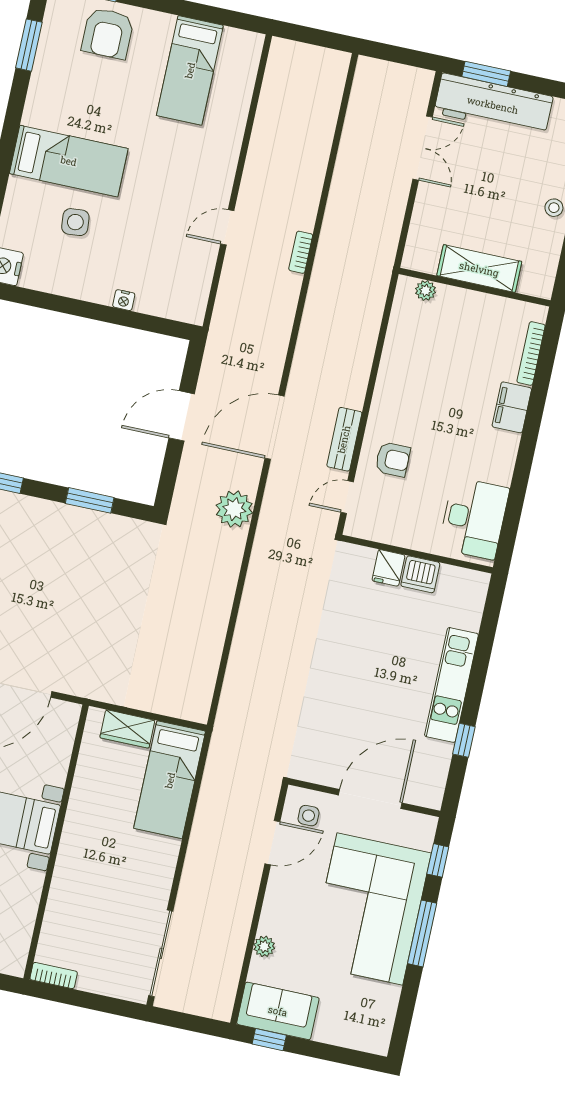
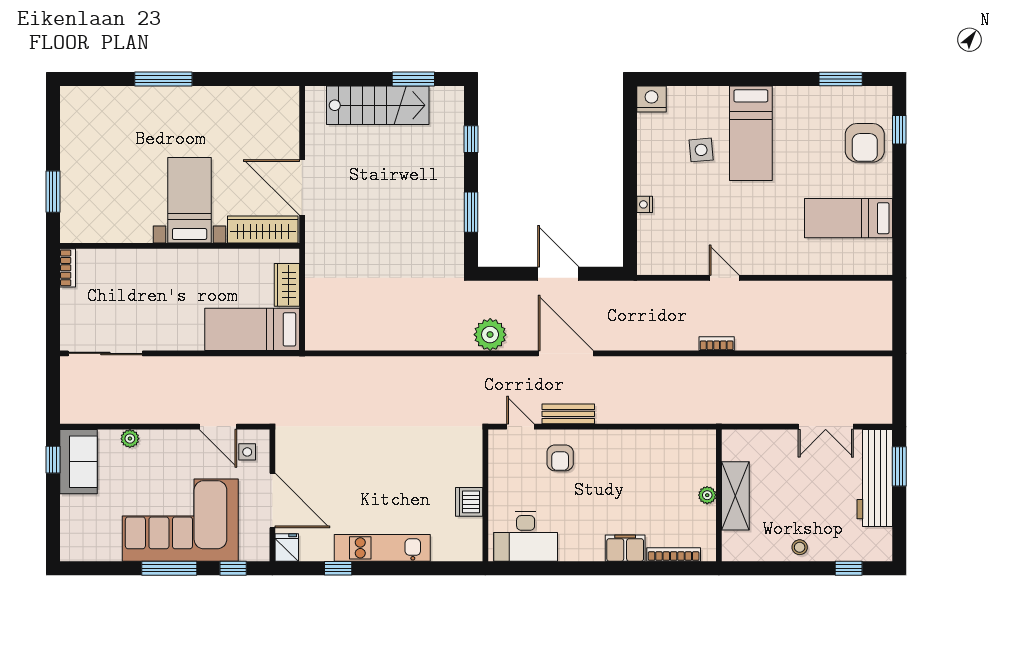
armchair: (108, 33) -> (865, 143), turned -90
plant: (426, 290) -> (707, 495), moved
fridge: (388, 568) -> (287, 547), moved, turned 90
wardrobe: (58, 743) -> (263, 229), added

